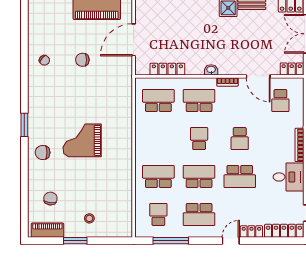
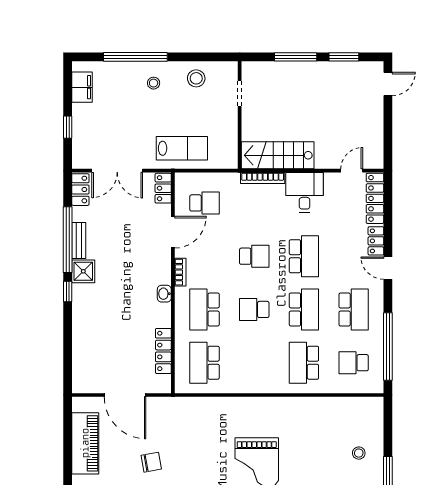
chair: (82, 60) -> (151, 462), turned -100
school desk: (199, 176) -> (304, 309), turned 180
window: (171, 241) -> (388, 346), width x1.46

